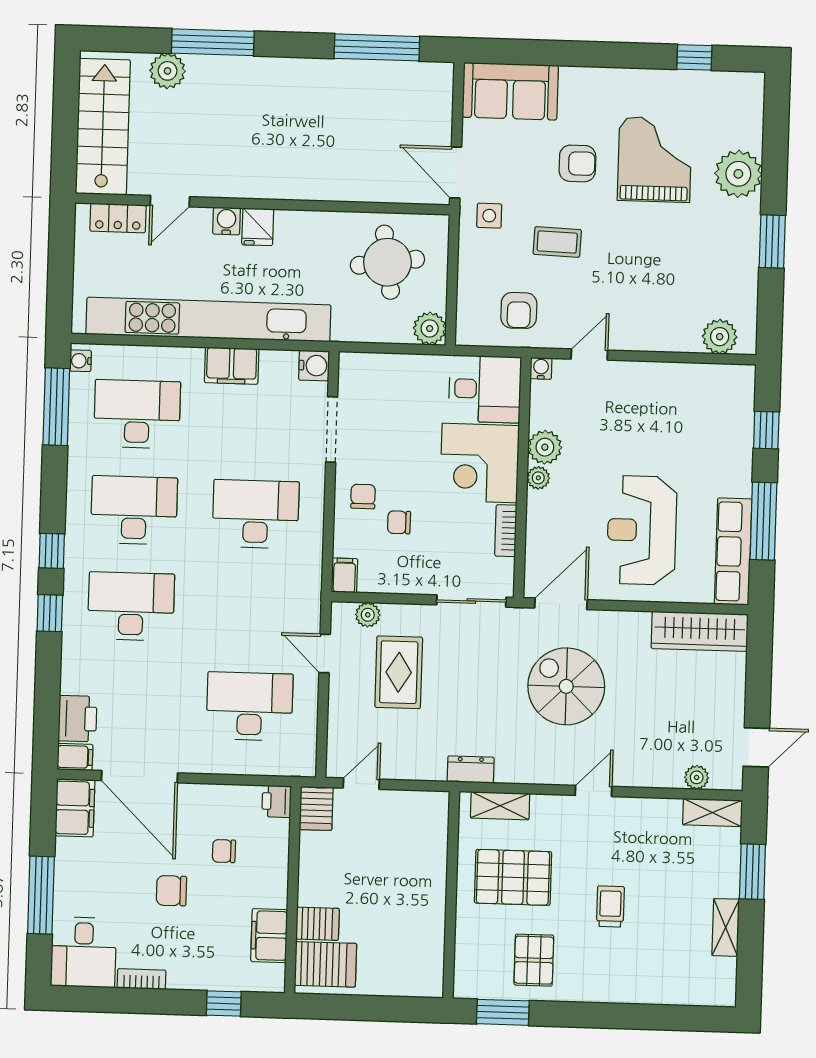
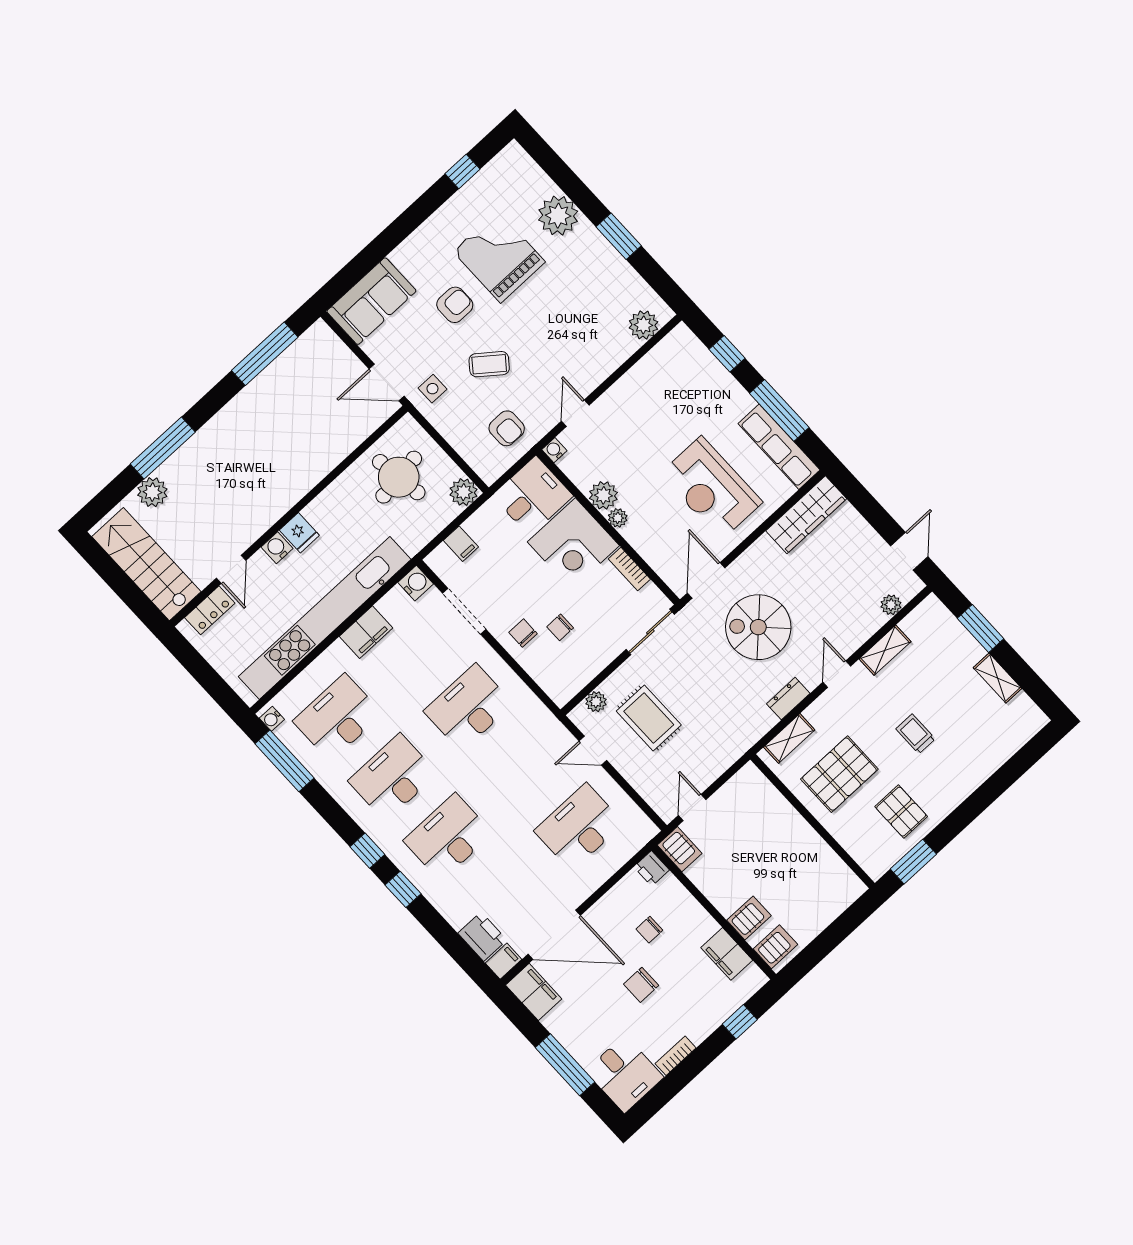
coffee table: (557, 242) -> (489, 364), turned 36
filing cabinet: (344, 575) -> (461, 544), moved, turned 180
dresser: (471, 769) -> (788, 699), moved
shelving: (712, 813) -> (885, 650), moved
server rack: (326, 964) -> (775, 947), width x0.73, depth x0.70

